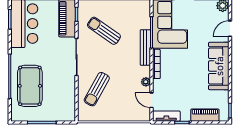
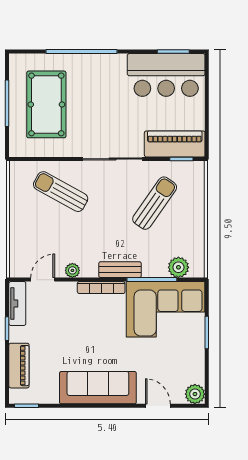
plant: (144, 16) -> (178, 267), added
bench: (145, 47) -> (120, 270), width x0.73
pool table: (30, 86) -> (46, 104), moved, turned 90

